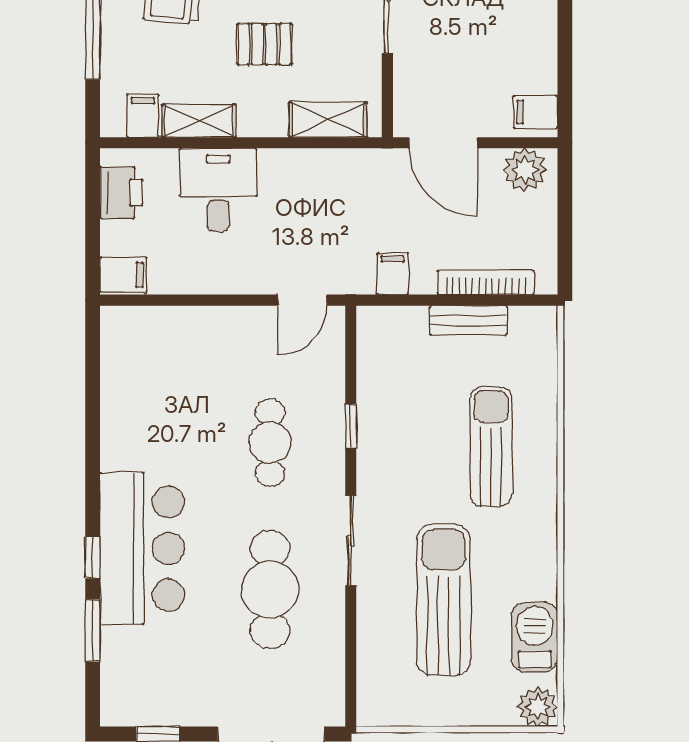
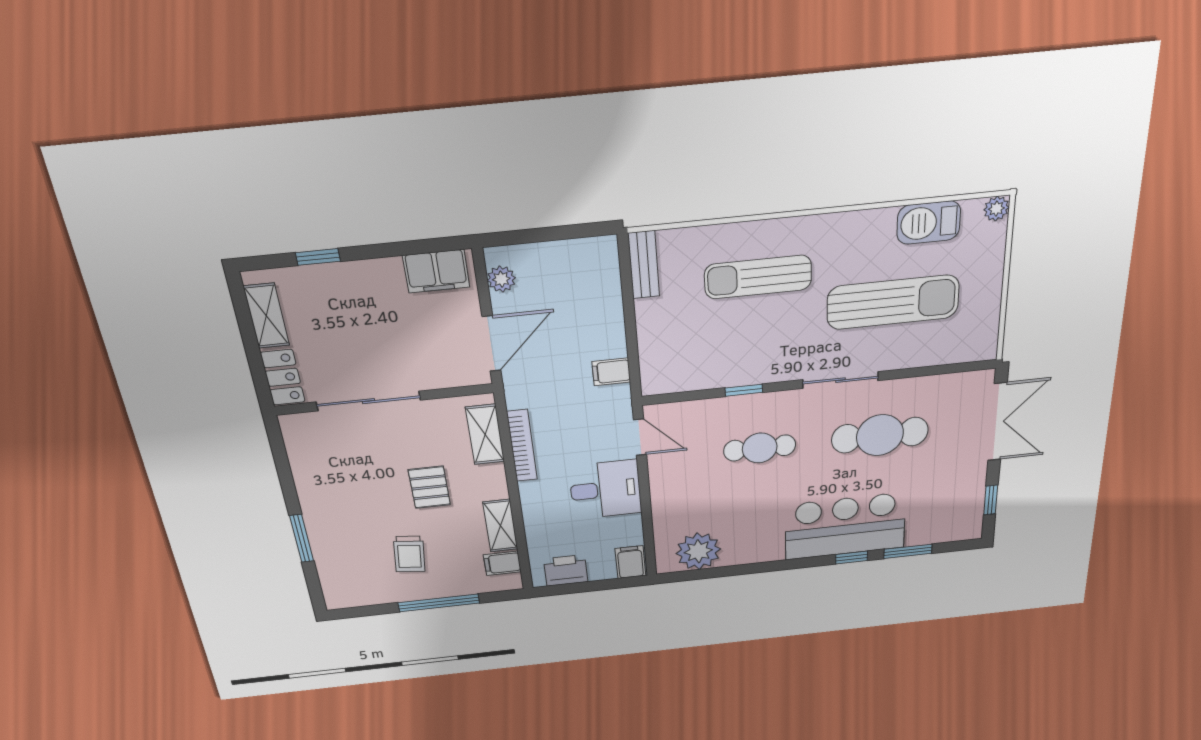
filing cabinet: (536, 112) -> (436, 271), width x2.00
plant: (525, 170) -> (501, 279), width x0.73, depth x0.73
desk: (218, 190) -> (605, 490), moved, turned 180
bookcase: (486, 282) -> (522, 446), moved, turned 180
bench: (468, 320) -> (644, 265), moved
plant: (129, 361) -> (698, 551), added
sun lounger: (444, 600) -> (893, 302), turned 180
plant: (538, 707) -> (996, 209), width x0.73, depth x0.73

